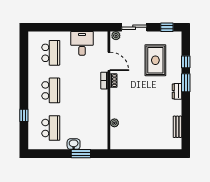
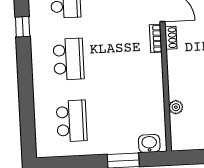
window: (24, 115) -> (23, 27), moved
washbasin: (74, 144) -> (149, 143), moved

